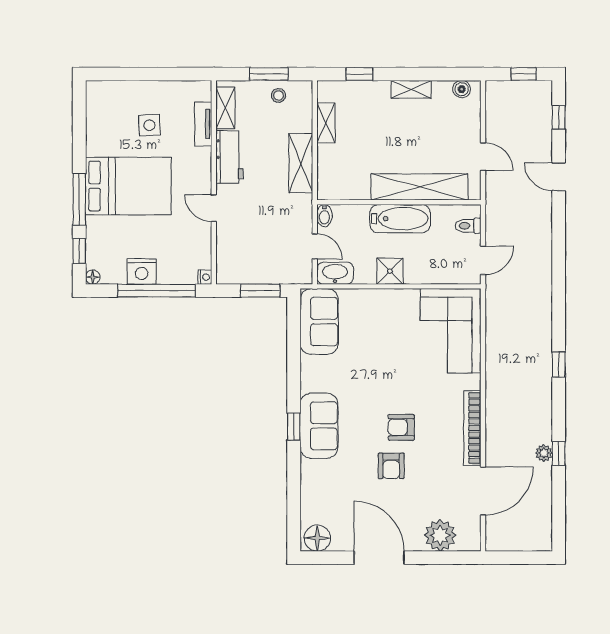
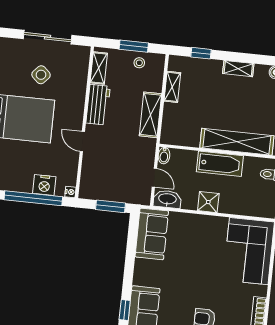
sliding door: (153, 74) -> (48, 37), added
tv unit: (203, 124) -> (81, 78), removed
side table: (149, 125) -> (41, 75), turned 45
nightstand: (142, 271) -> (44, 185), moved

